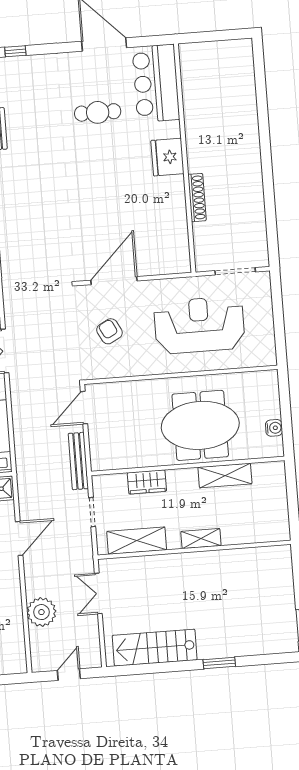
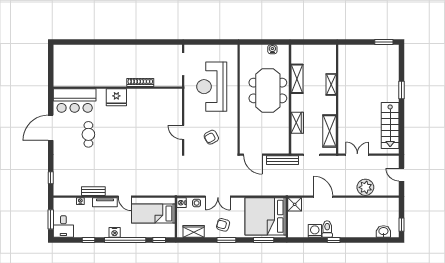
door: (114, 281) -> (183, 132), width x0.53
shelving: (201, 539) -> (331, 84), moved
double door: (98, 593) -> (357, 155), swing flipped

